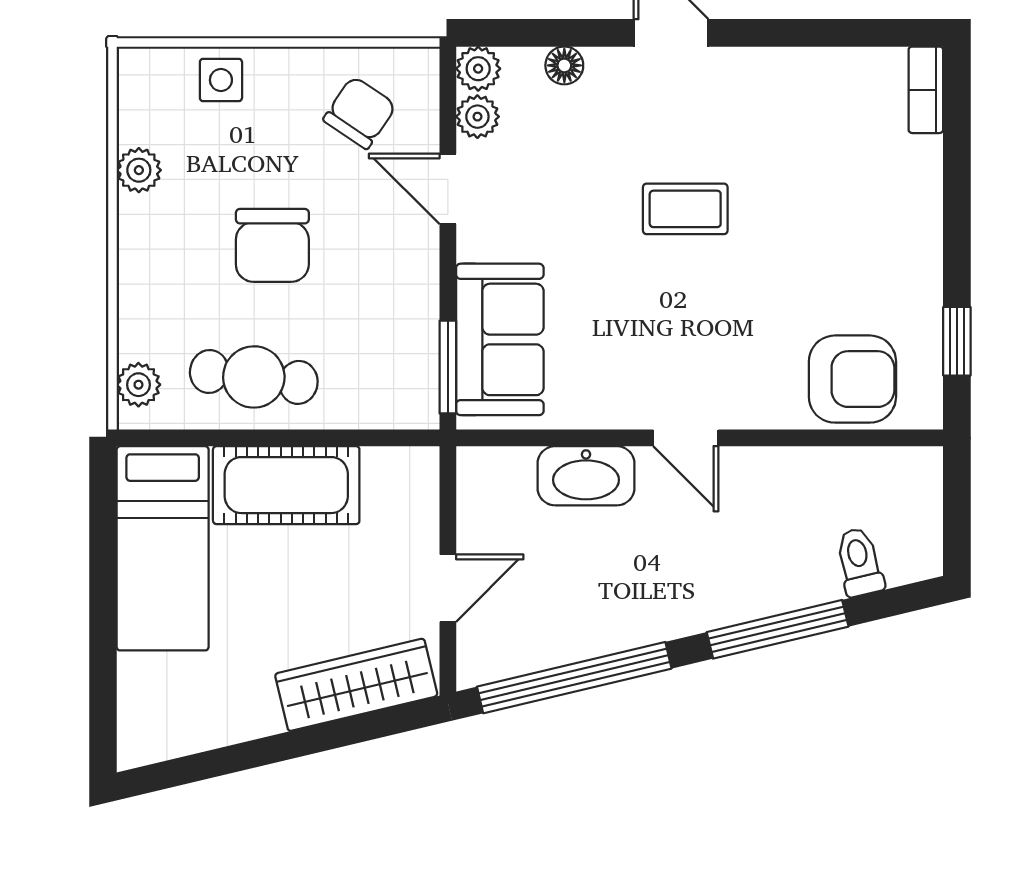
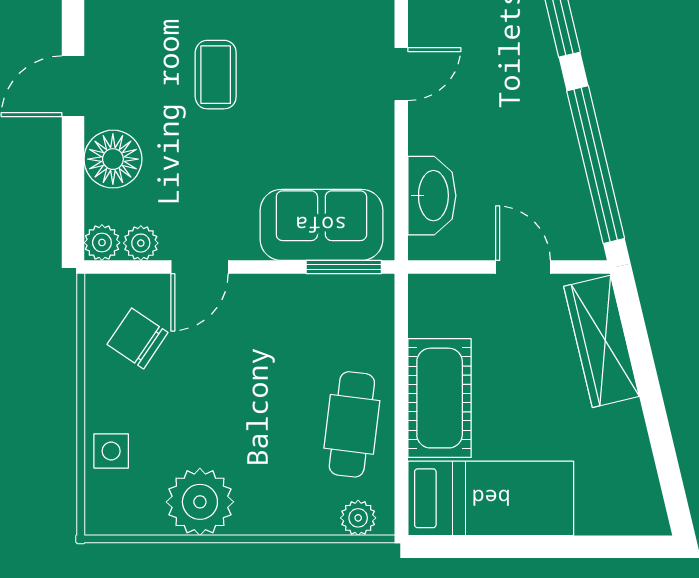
floor lamp: (564, 65) -> (113, 159), width x1.89, depth x1.89
plant: (139, 170) -> (200, 502), width x1.88, depth x1.88
chair: (272, 245) -> (245, 409), removed
washbasin: (586, 476) -> (432, 196), moved

